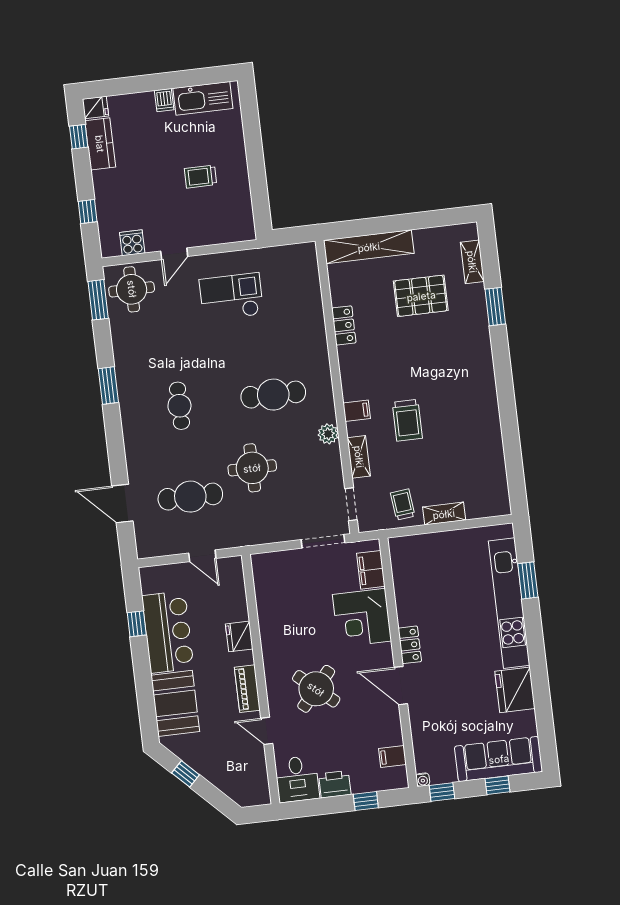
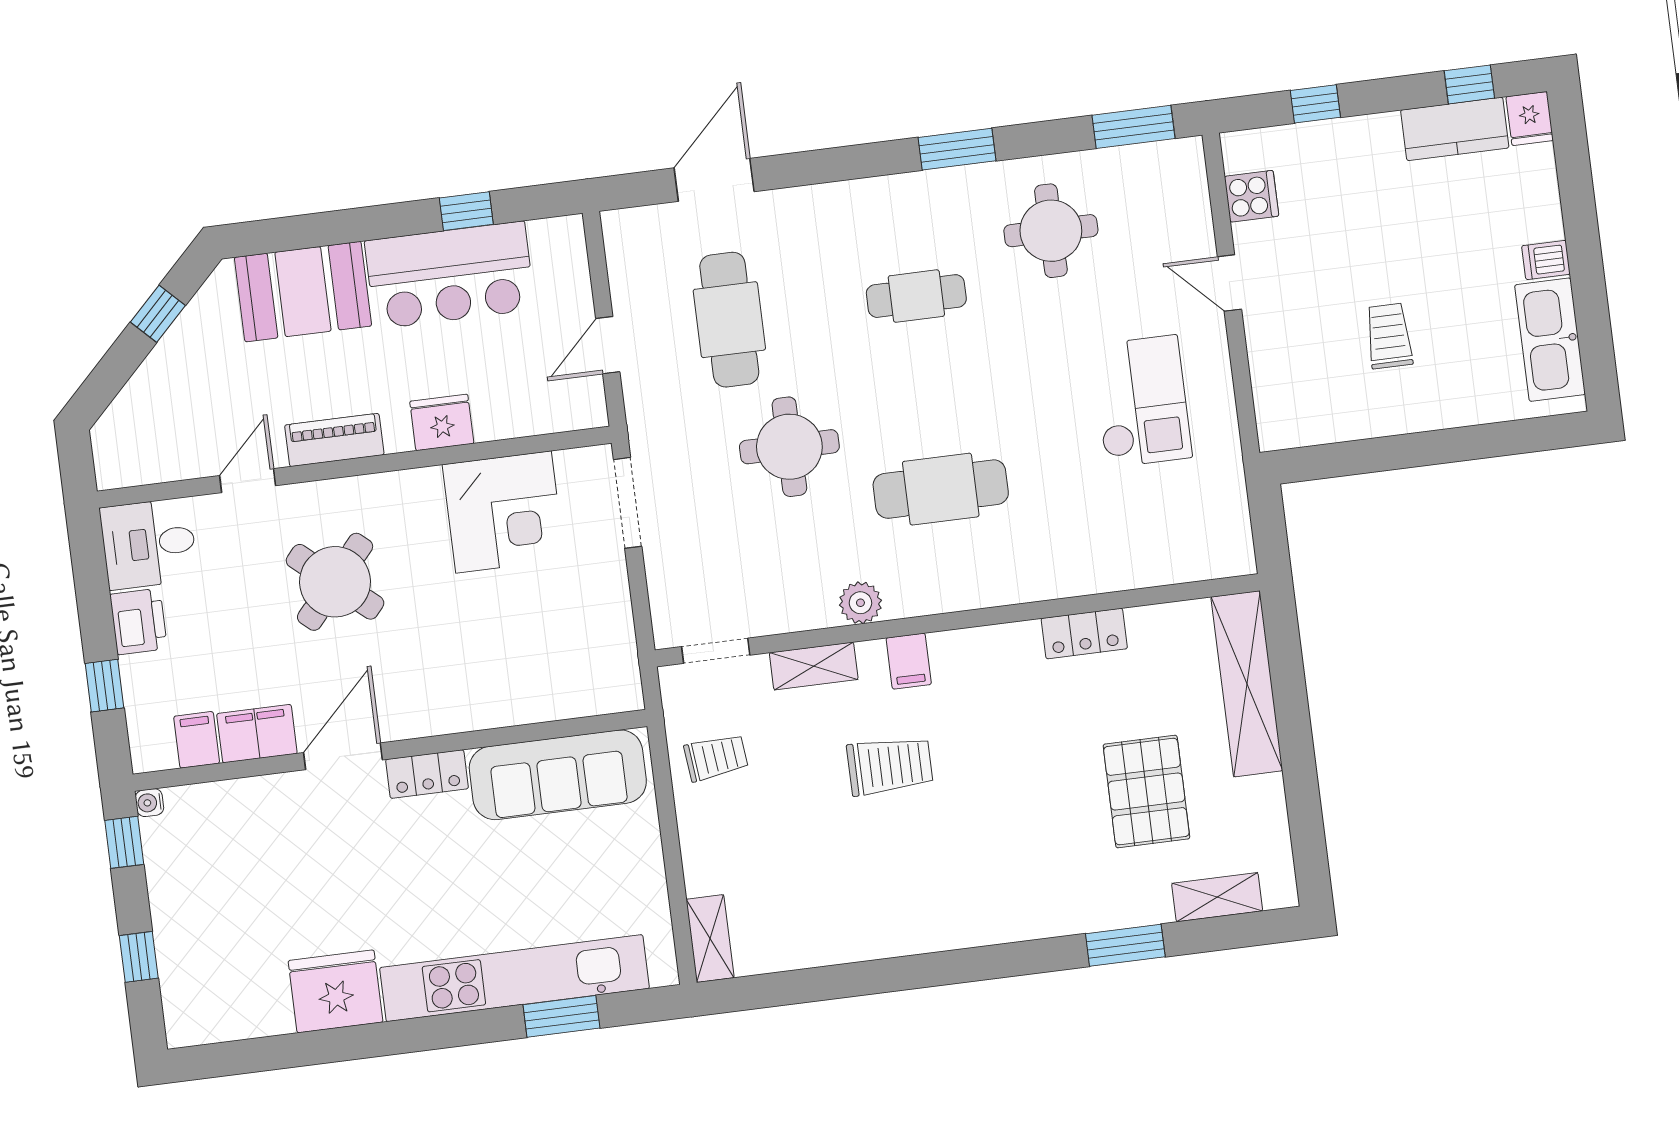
round table: (132, 289) -> (1051, 231), moved
cafe table: (273, 395) -> (941, 489), turned 90
trolley: (407, 420) -> (890, 766), turned 180
shelving: (444, 514) -> (710, 938), moved
doorway: (323, 541) -> (628, 503), moved
filing cabinet: (371, 570) -> (257, 734), moved
corner desk: (362, 618) -> (503, 512), moved, turned 180
sofa: (499, 759) -> (558, 775), moved, turned 90

